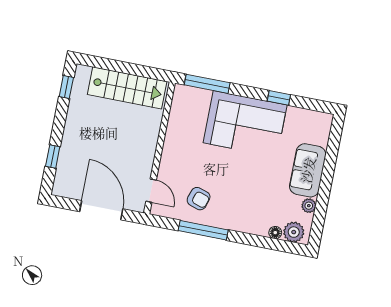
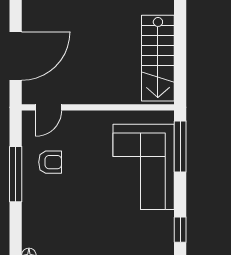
corner sofa: (245, 124) -> (144, 167), moved
armchair: (199, 199) -> (50, 162), turned -108

